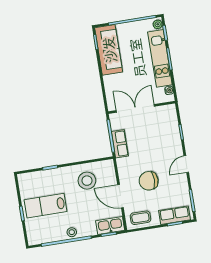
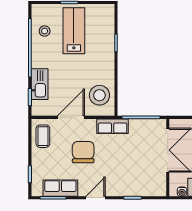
row of seats: (120, 144) -> (113, 126), moved
door: (186, 164) -> (95, 198), hinge flipped
stool: (87, 181) -> (99, 95), moved
row of seats: (175, 215) -> (60, 188), moved, turned -90
kitchen sink: (110, 226) -> (40, 84), moved
stool: (72, 232) -> (45, 31), moved

